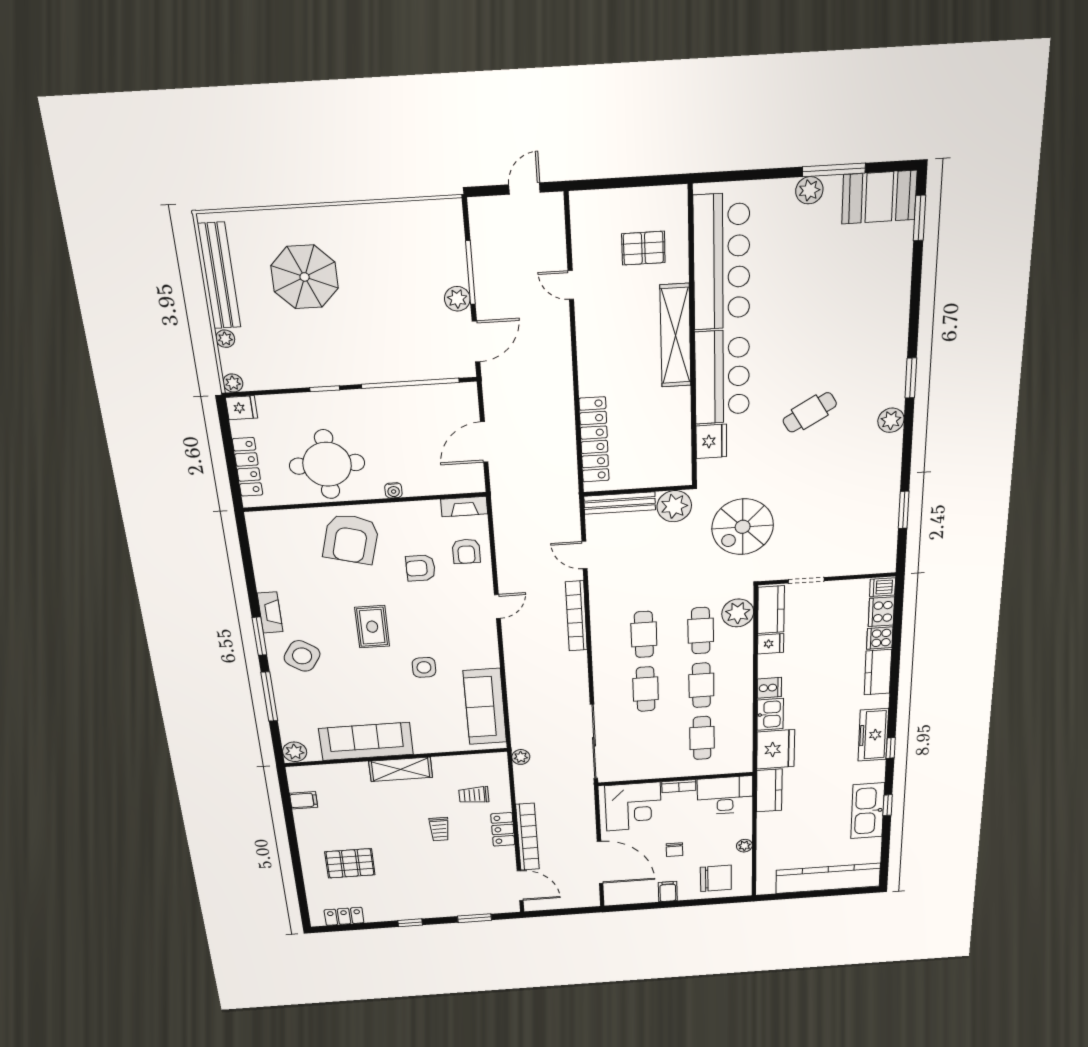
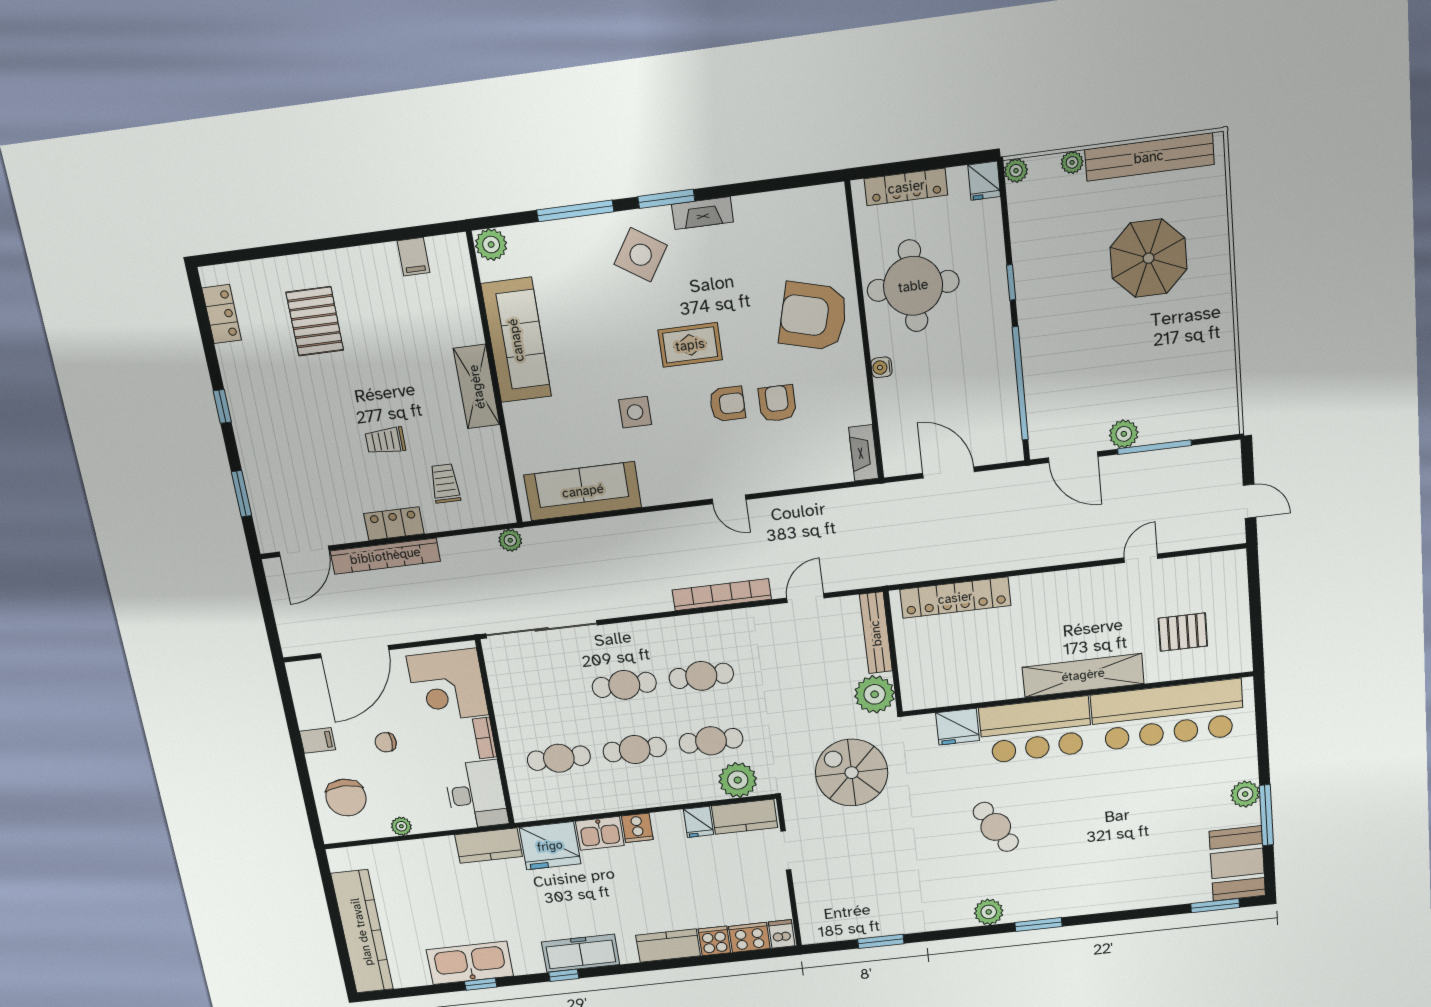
pallet: (643, 248) -> (1183, 632), turned 90
armchair: (466, 551) -> (727, 404), moved, turned 180

